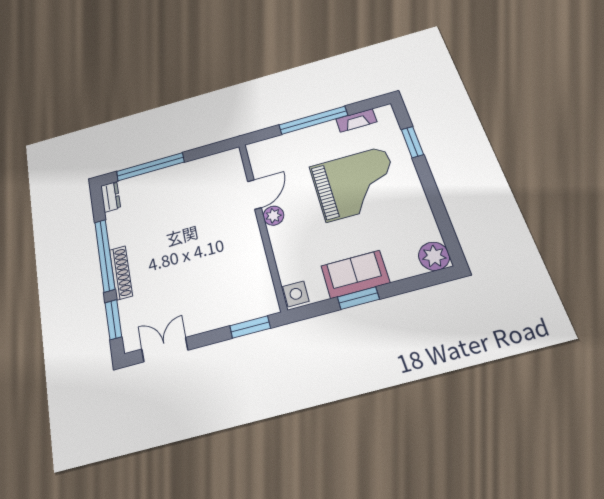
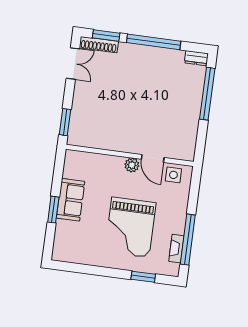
window: (313, 120) -> (188, 240), moved
plant: (434, 256) -> (62, 252), removed
shoe rack: (121, 273) -> (99, 45), moved
side table: (296, 294) -> (173, 175), moved
window: (358, 298) -> (53, 210), moved

